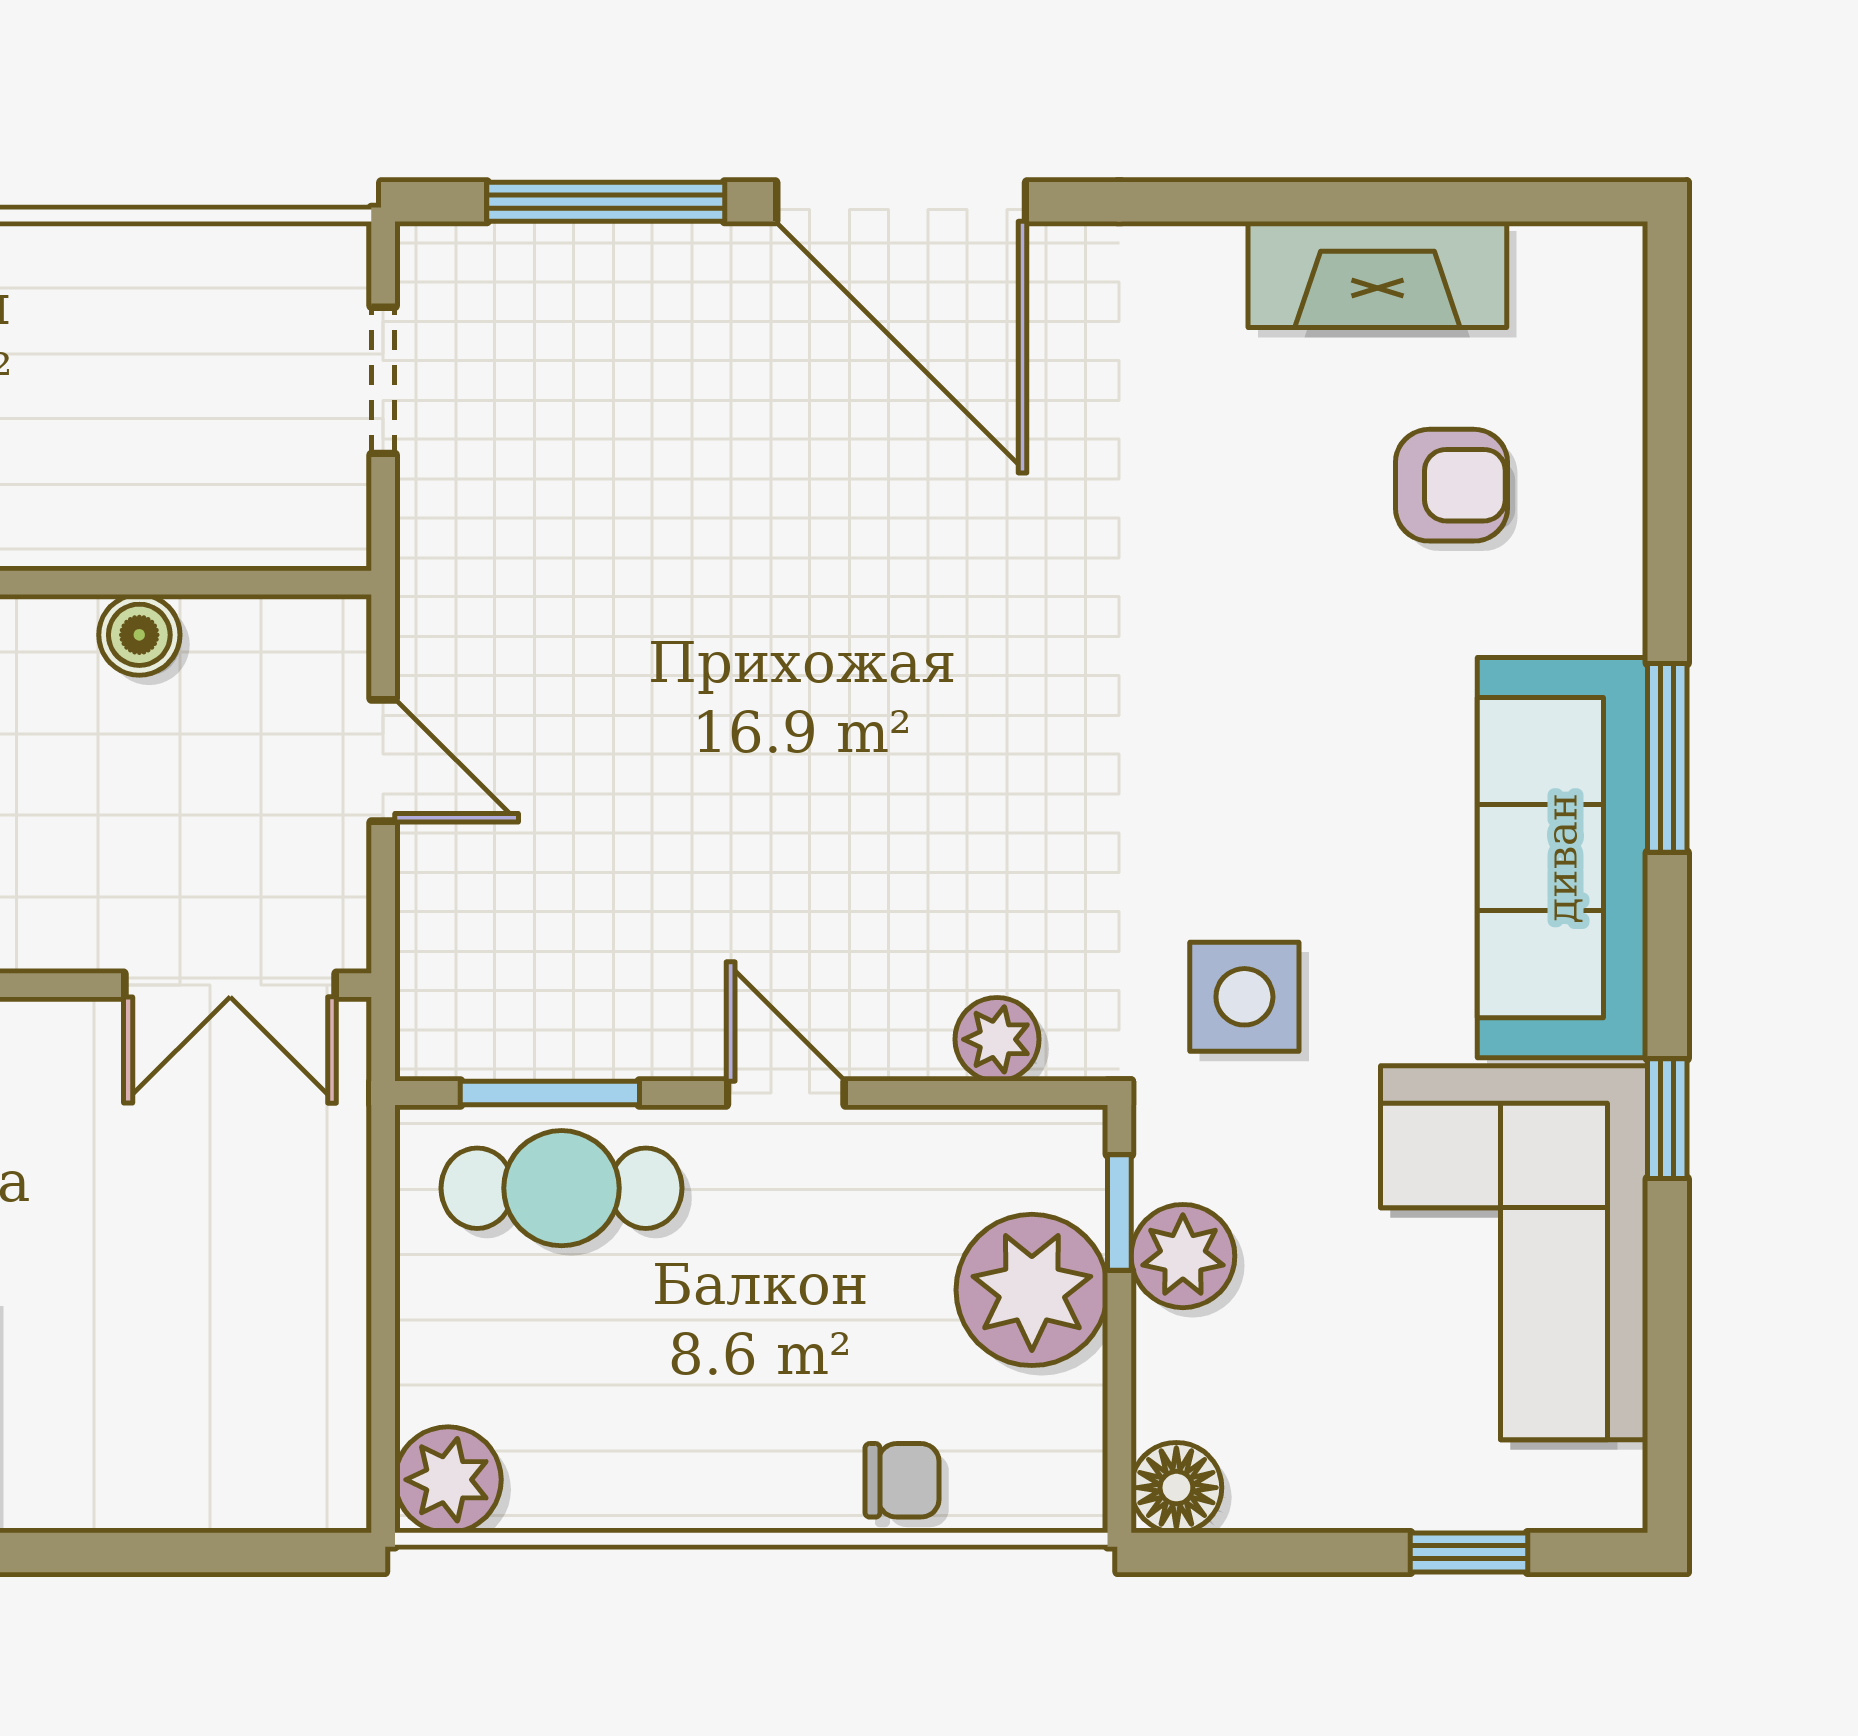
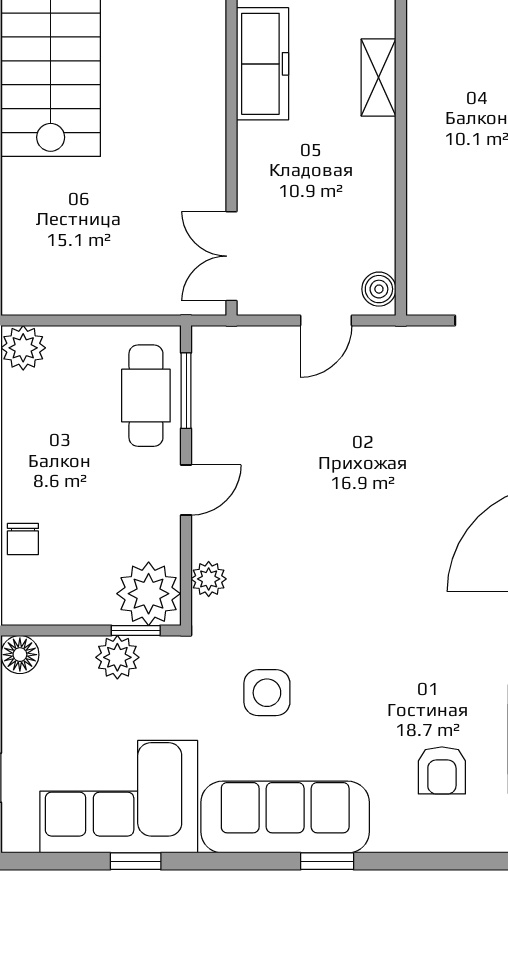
boiler: (139, 635) -> (379, 289), moved
window: (1667, 758) -> (327, 861), width x0.67
side table: (1244, 997) -> (267, 693), moved
window: (1667, 1119) -> (136, 861), moved
plant: (1032, 1290) -> (149, 594), moved

